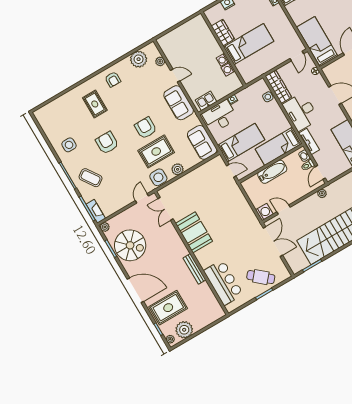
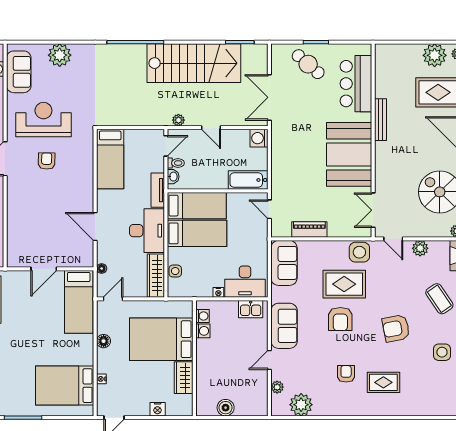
floor lamp: (287, 26) -> (104, 341), added
boiler: (185, 29) -> (226, 408), added
bed: (249, 44) -> (161, 339), width x1.50
washing machine: (223, 60) -> (202, 316), moved
door: (175, 76) -> (269, 360), hinge flipped
armchair: (113, 79) -> (346, 374), moved
rug: (95, 104) -> (383, 382), turned 90
armchair: (107, 143) -> (396, 328), turned 79
bed: (241, 143) -> (197, 233), moved, turned 180
plant: (178, 169) -> (420, 248), moved
bathtub: (272, 172) -> (248, 180), moved
piano: (198, 173) -> (309, 230), added
door: (142, 198) -> (393, 239), hinge flipped
double door: (165, 209) -> (373, 210), swing flipped
door: (283, 210) -> (211, 128), moved
booth: (194, 232) -> (349, 154), width x1.36, depth x1.42

